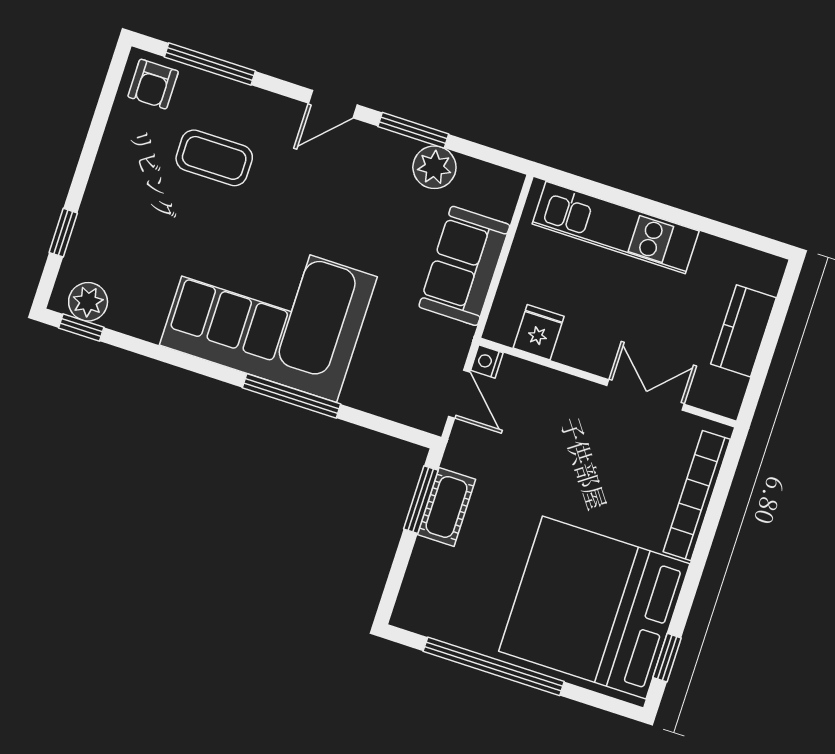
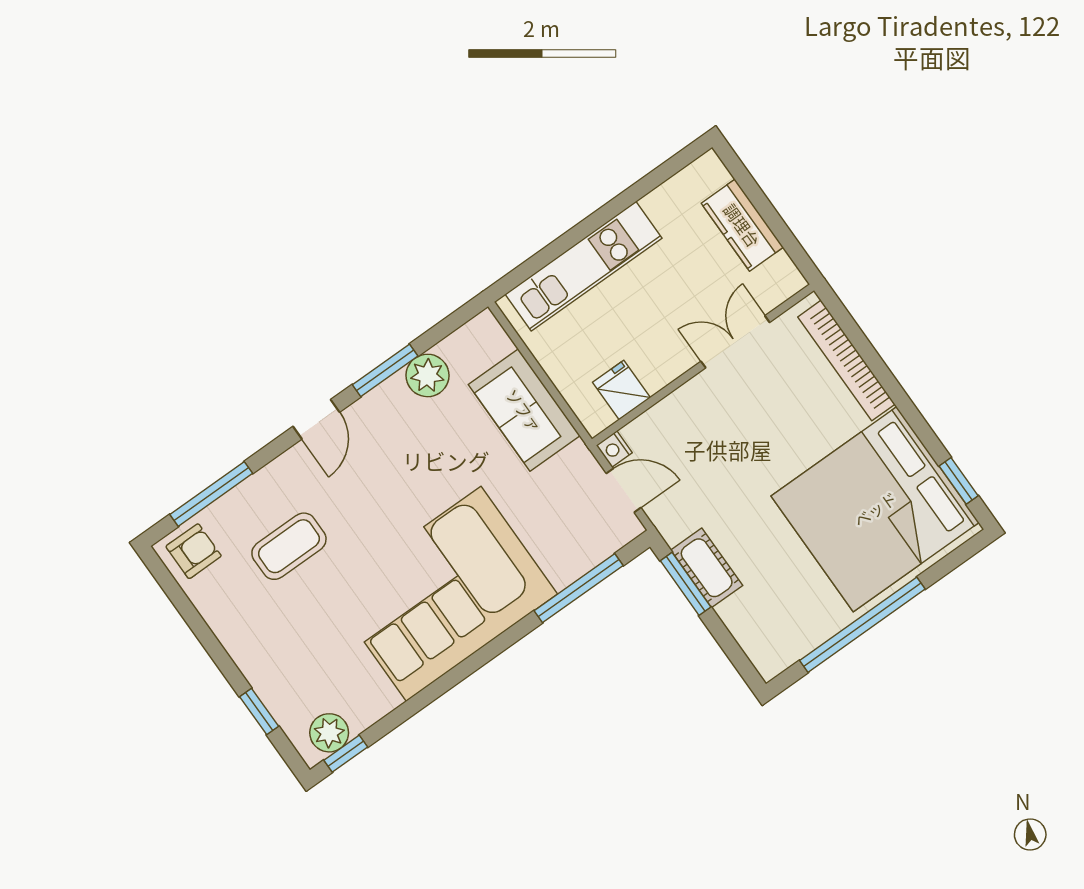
armchair: (153, 84) -> (194, 551), turned -90
window: (291, 396) -> (579, 588), moved

